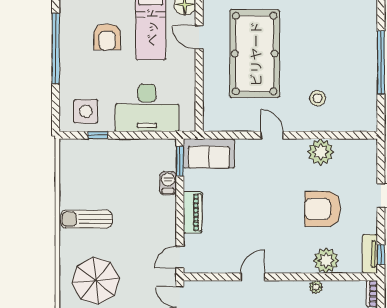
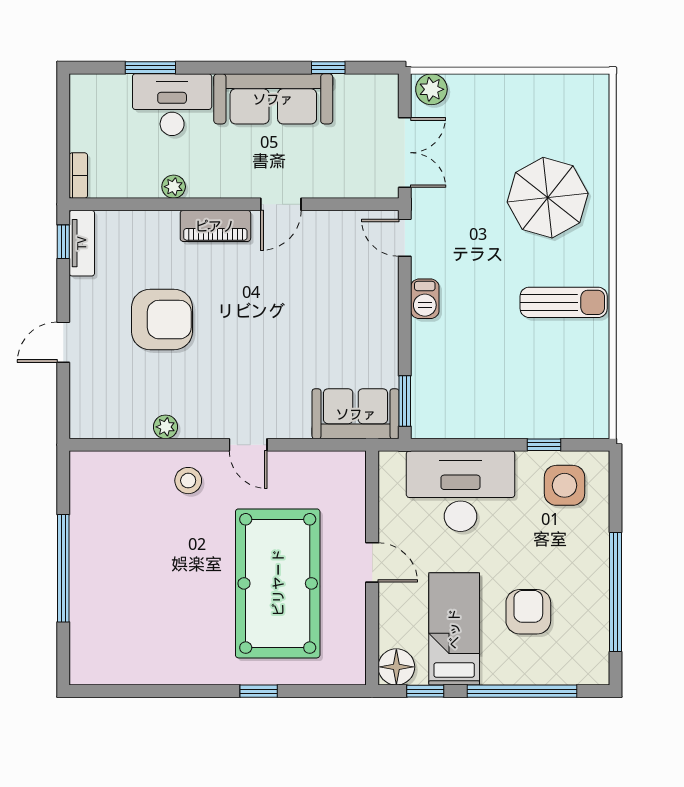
door: (199, 37) -> (372, 562), moved
stool: (318, 98) -> (188, 481), moved
plant: (321, 152) -> (166, 427), width x0.53, depth x0.53
barbecue: (168, 183) -> (425, 299), moved
piano: (193, 212) -> (215, 226), moved, turned -90
door: (180, 257) -> (405, 238), swing flipped
plant: (326, 260) -> (156, 232), removed

